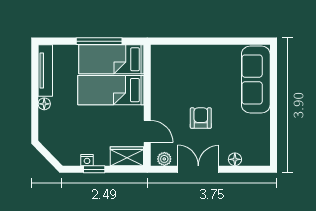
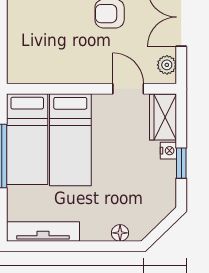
floor lamp: (44, 104) -> (120, 233), moved
door: (147, 131) -> (128, 89), hinge flipped
nightstand: (87, 160) -> (168, 151), moved

